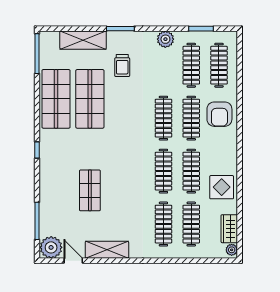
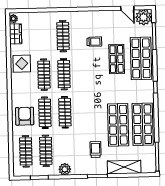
shop shelf: (56, 190) -> (141, 58), added
trolley: (120, 215) -> (94, 42), added
clothes rail: (191, 224) -> (43, 37), removed
shelving: (107, 250) -> (103, 16), removed

